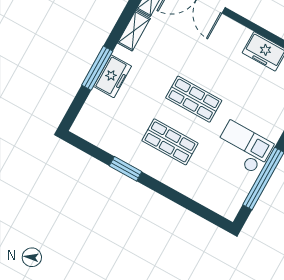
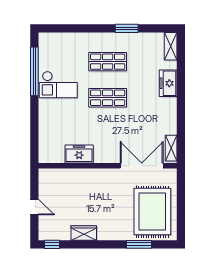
shelving: (134, 31) -> (171, 46), moved
window: (97, 68) -> (181, 83), removed

